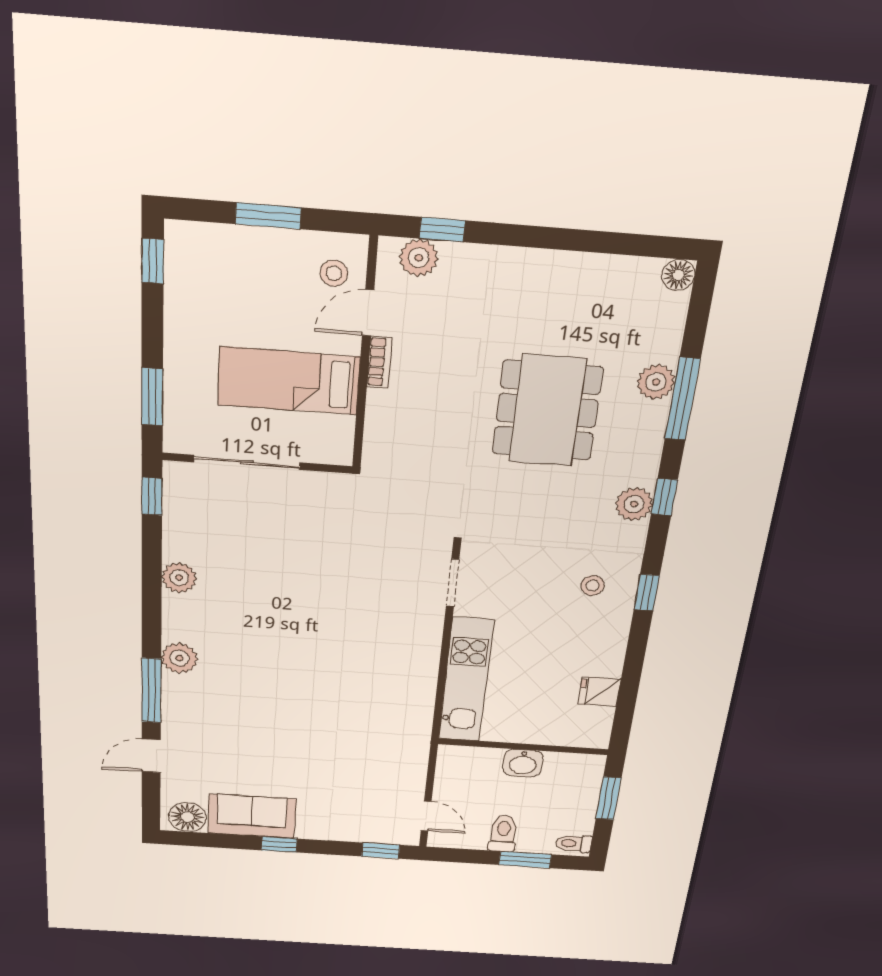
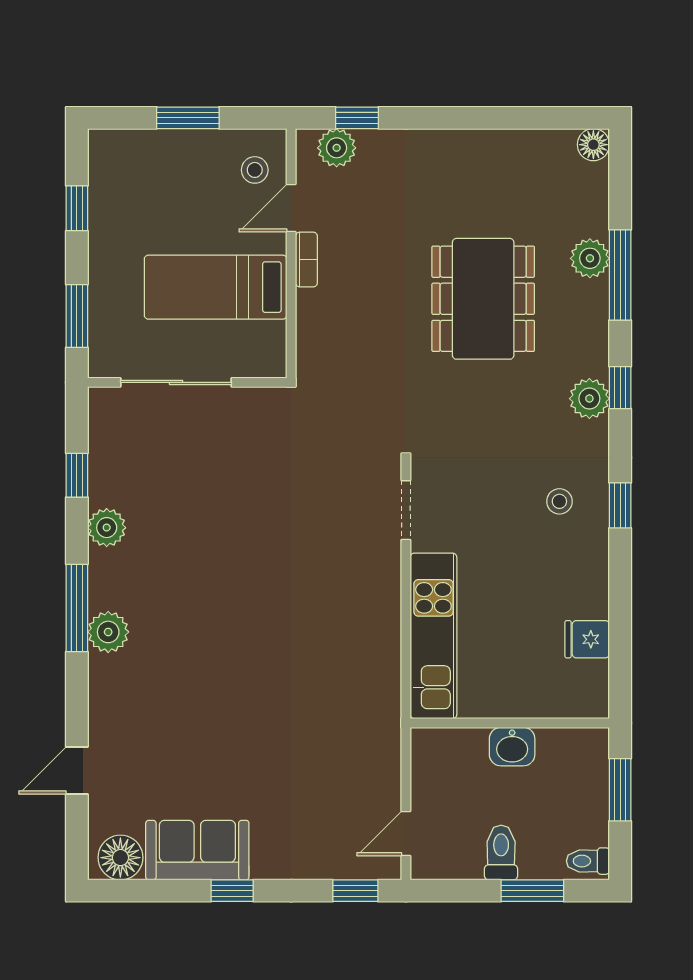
window: (153, 261) -> (77, 208), moved
window: (152, 496) -> (77, 475), moved
window: (151, 691) -> (77, 608), moved
door: (426, 816) -> (406, 833), swing flipped

